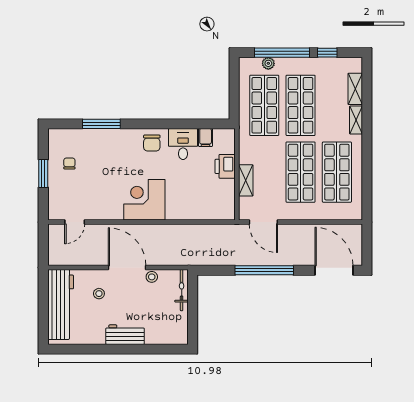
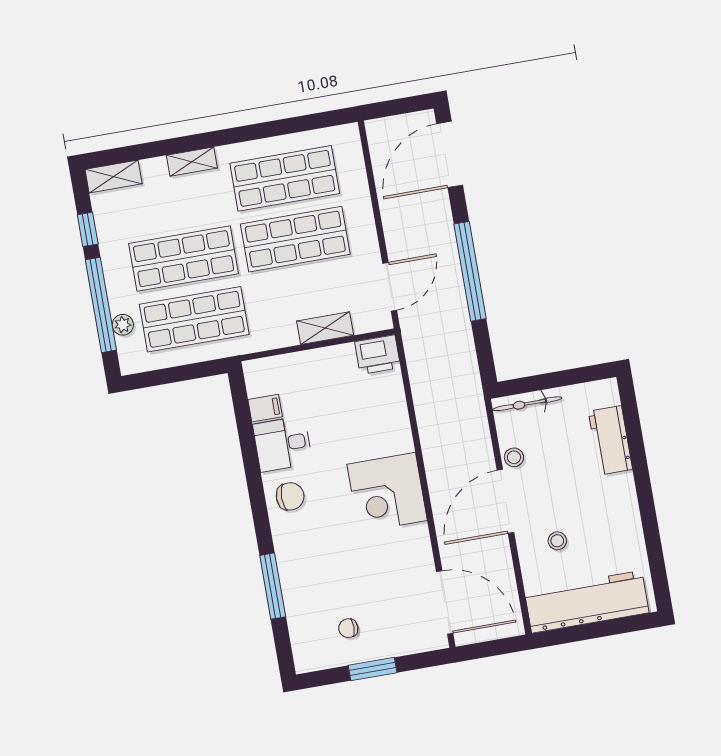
shelving: (355, 89) -> (114, 177), moved
printer: (225, 166) -> (378, 355), moved
door: (75, 222) -> (445, 602), width x1.87
workbench: (125, 335) -> (610, 440), moved

